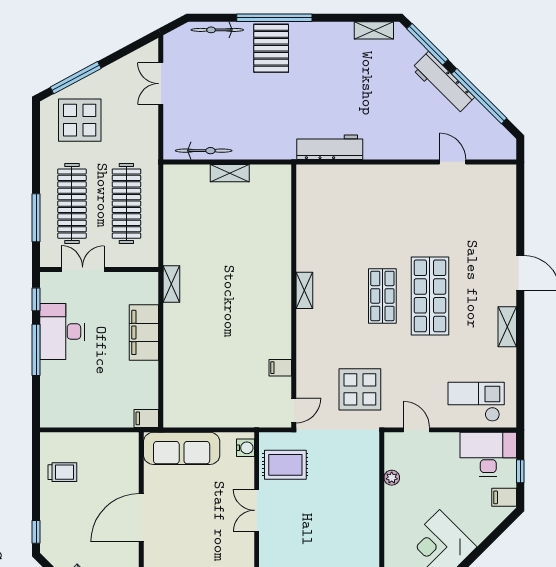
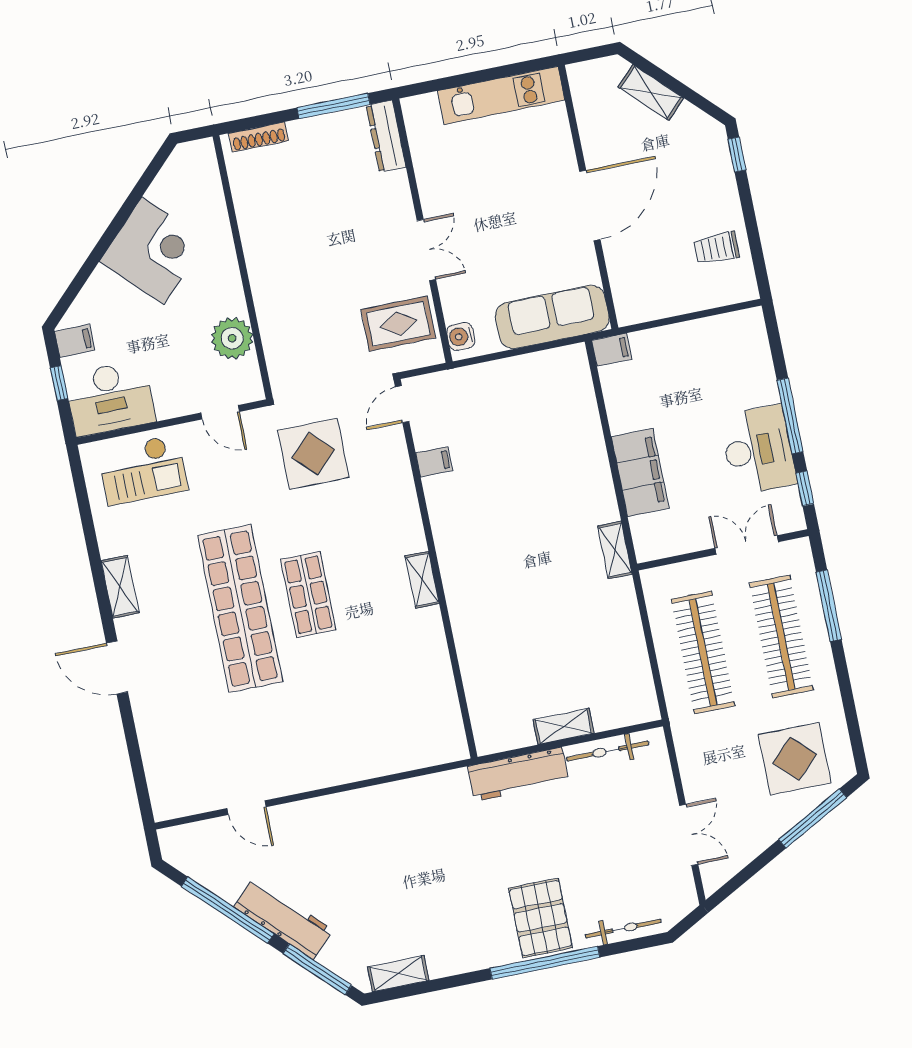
workbench: (330, 147) -> (518, 774), moved
double door: (83, 270) -> (747, 545), swing flipped
shop shelf: (430, 296) -> (240, 609), width x1.40
plant: (392, 478) -> (232, 338), width x1.88, depth x1.88

